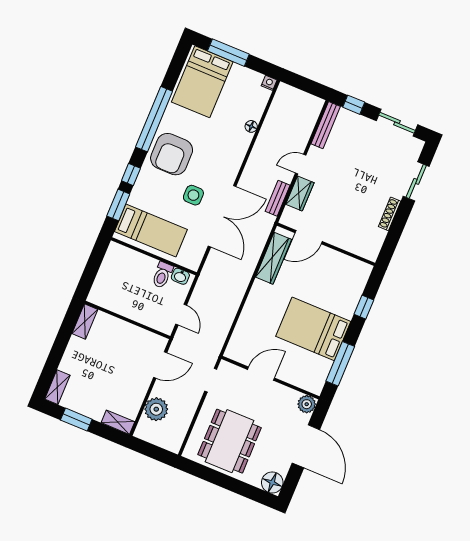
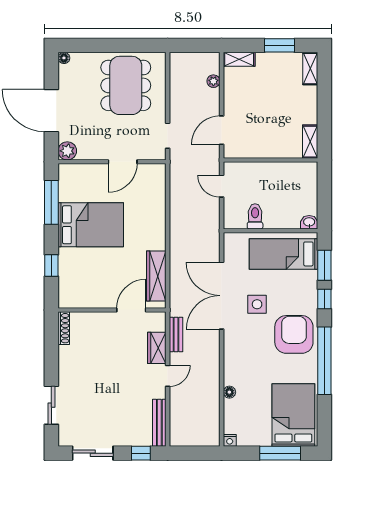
shoe rack: (390, 214) -> (64, 328), moved
washbasin: (180, 276) -> (309, 222), moved
plant: (156, 409) -> (213, 81), width x0.53, depth x0.53
floor lamp: (272, 482) -> (64, 58), width x0.53, depth x0.53

